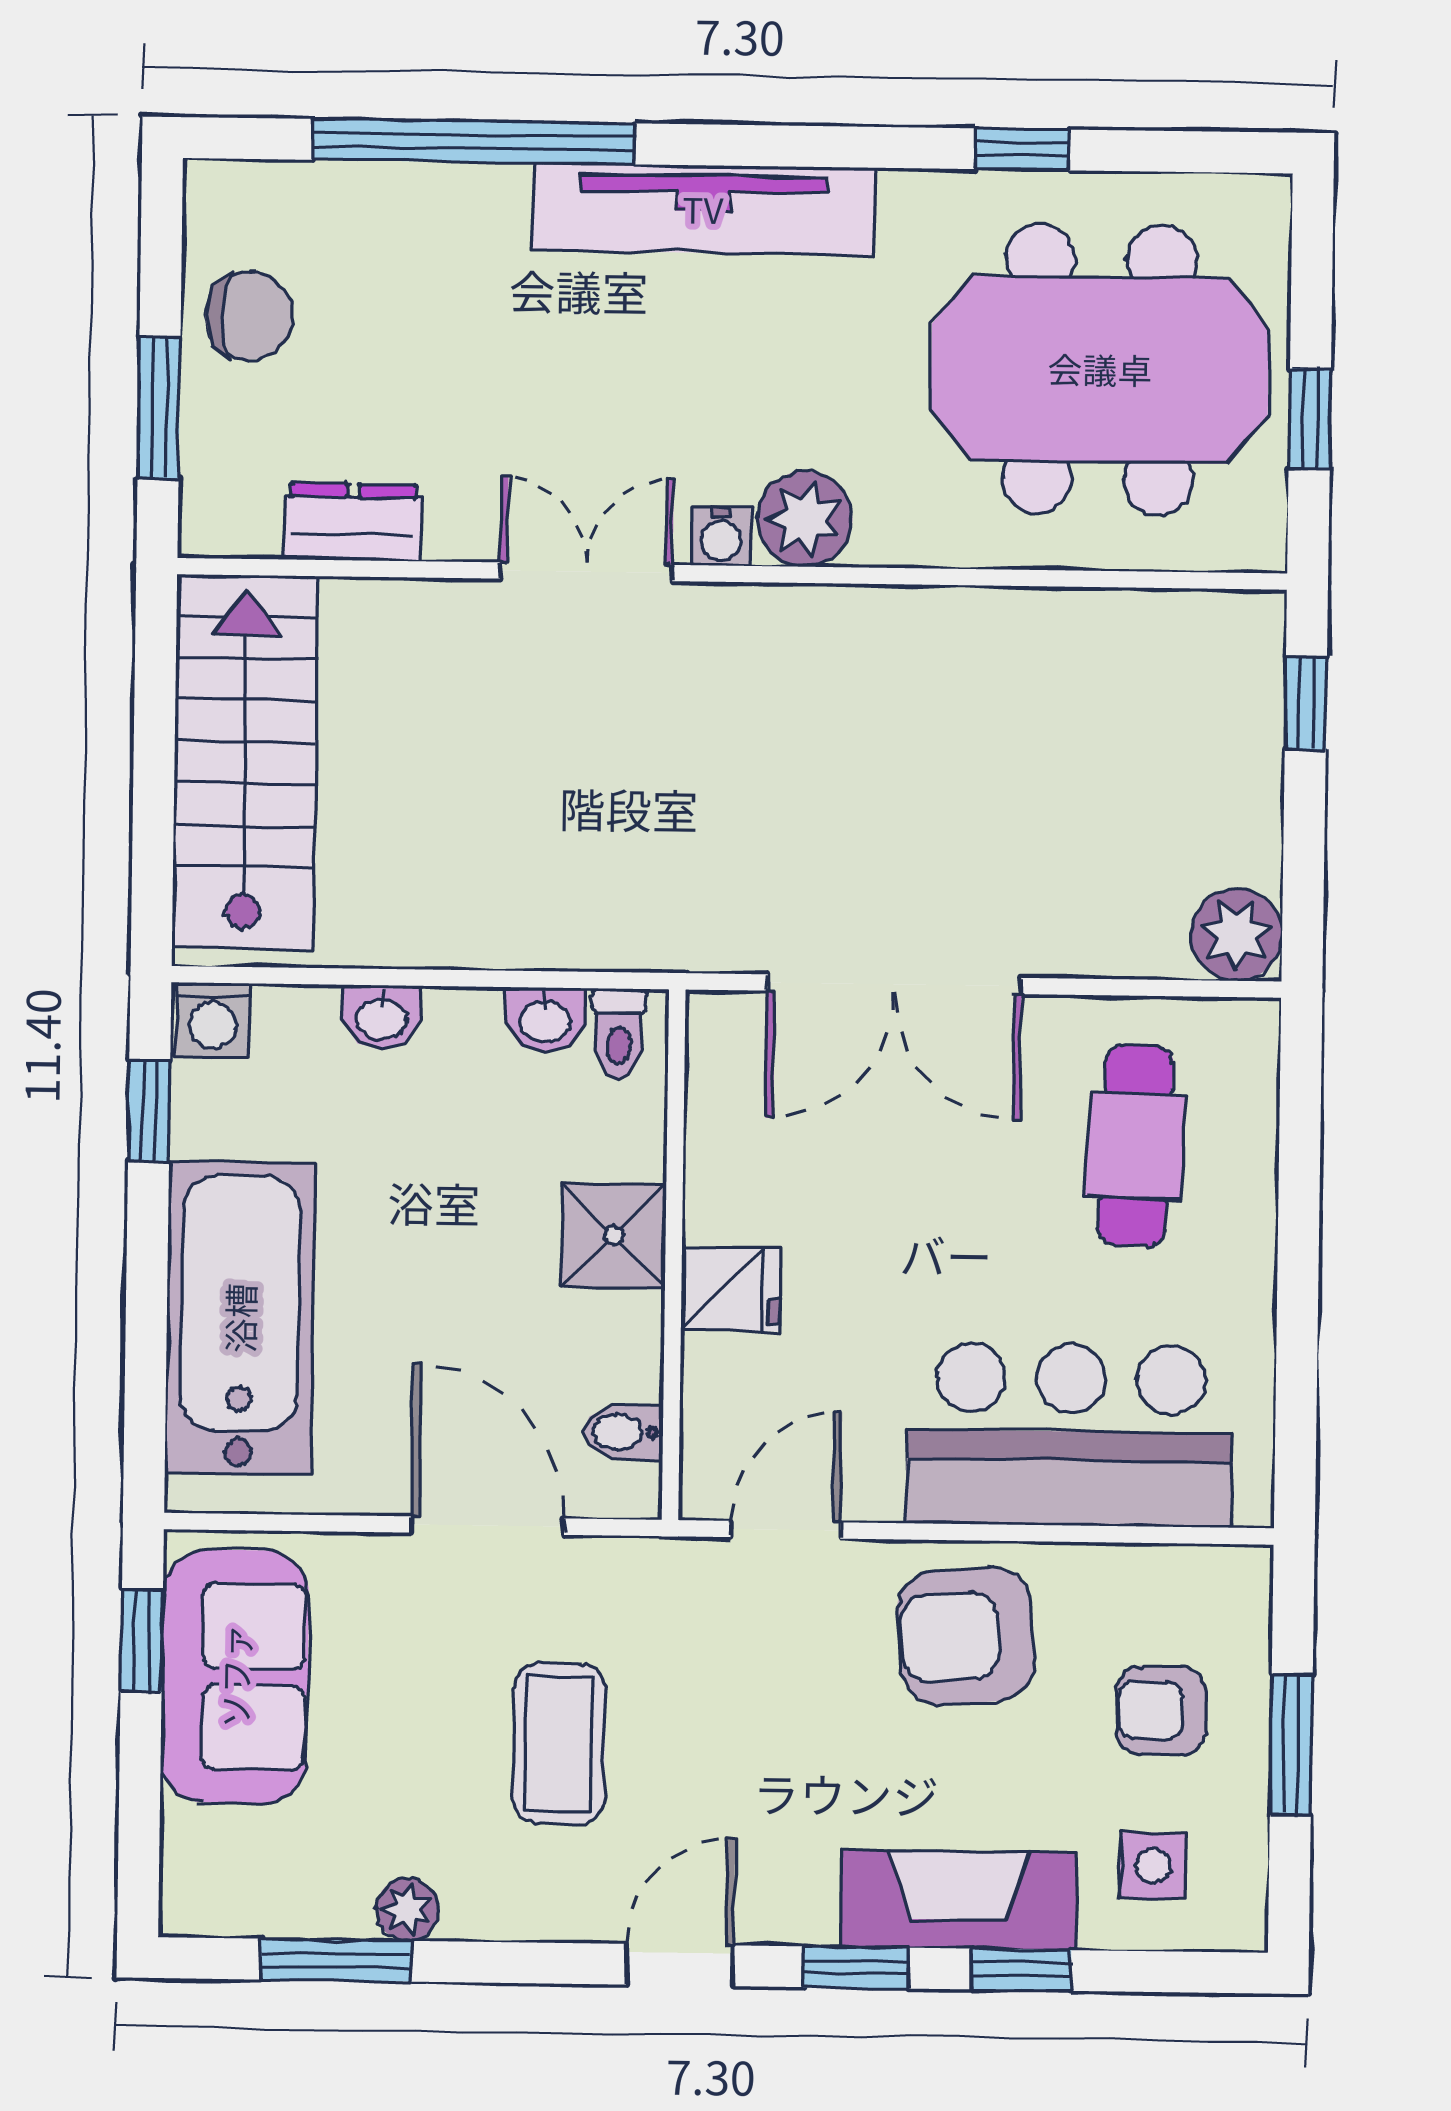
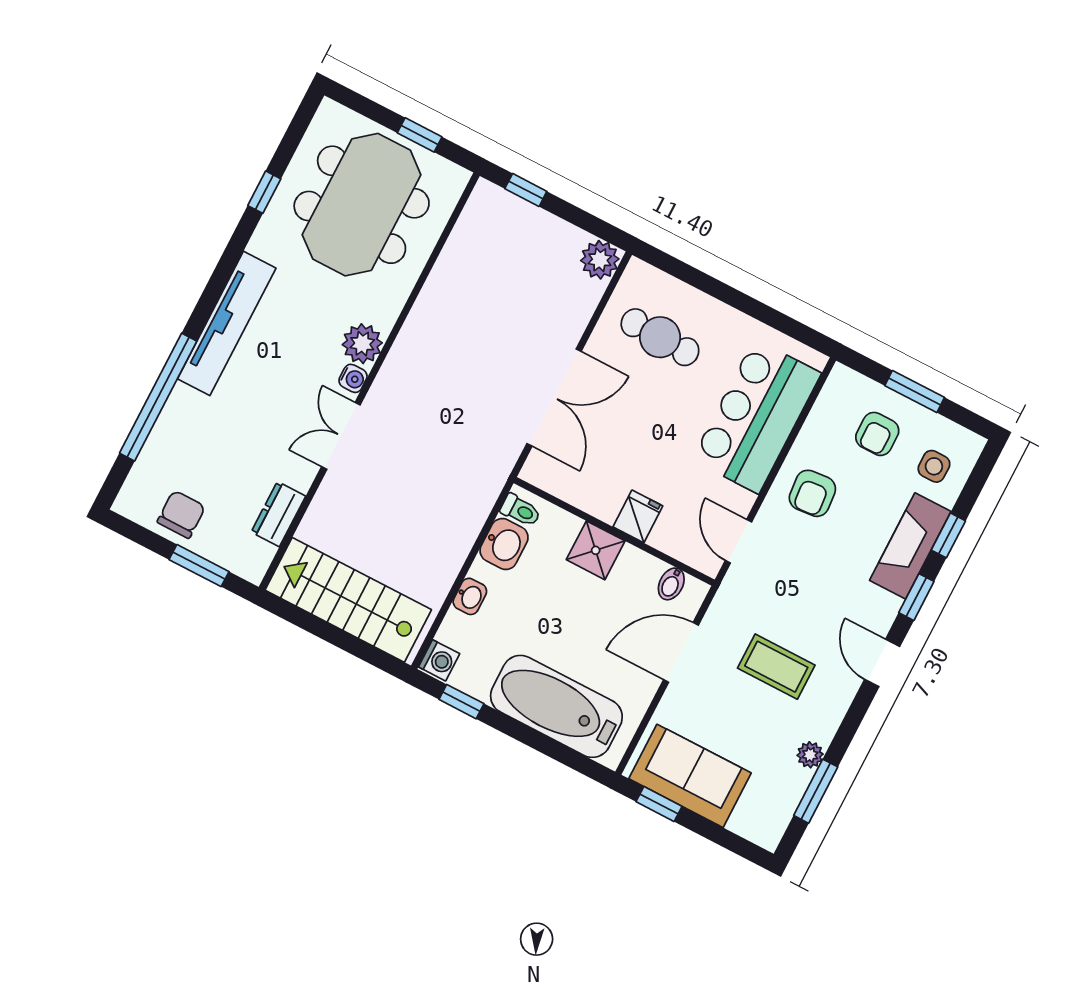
washbasin: (545, 1020) -> (504, 544), width x1.38, depth x1.45
armchair: (966, 1636) -> (812, 493), width x0.72, depth x0.72

